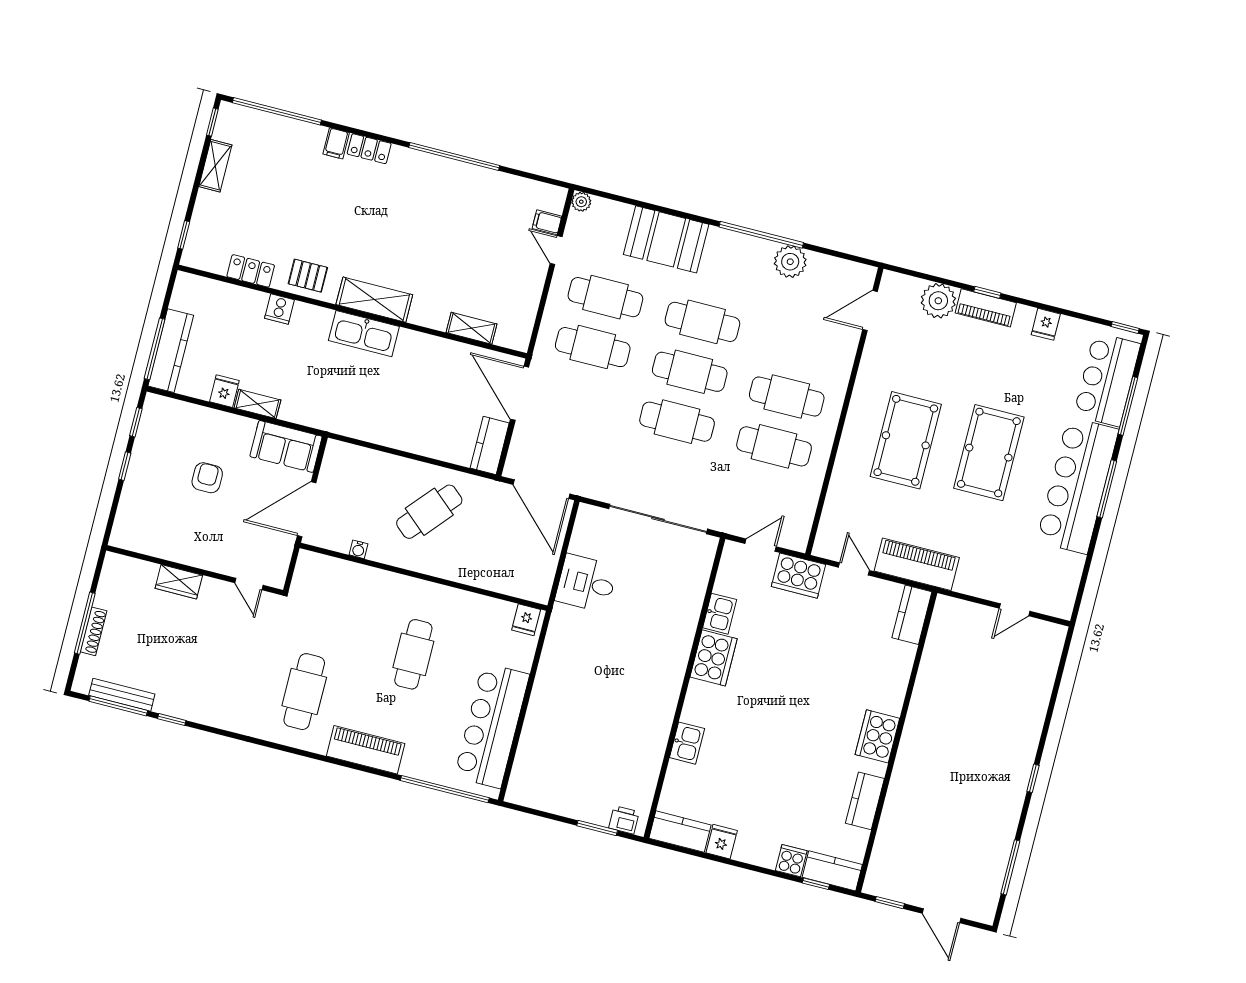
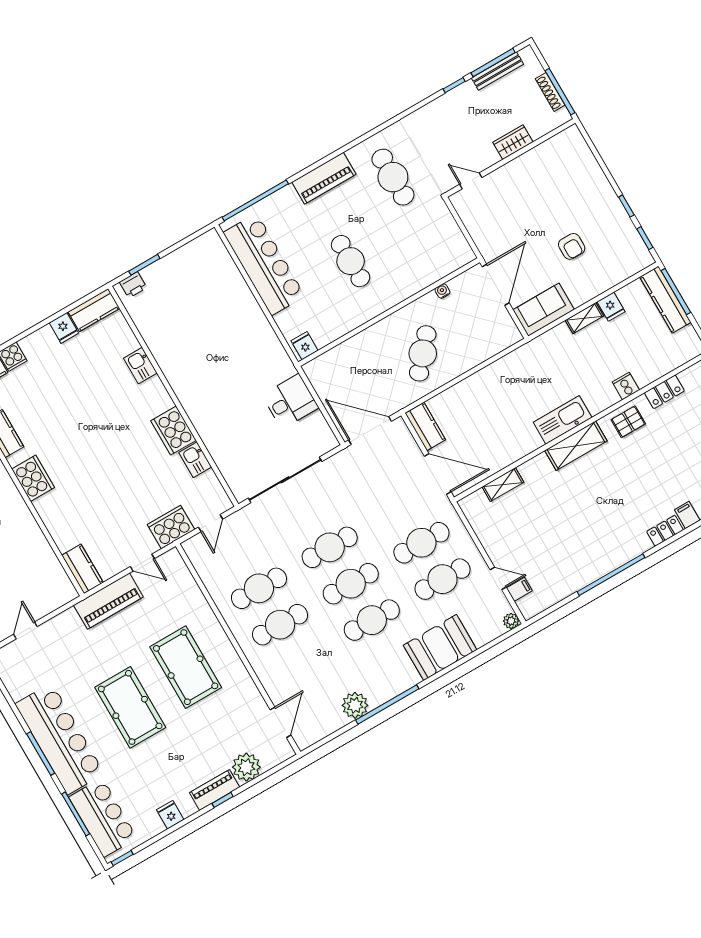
wall: (195, 570) -> (510, 158), moved
wardrobe: (179, 582) -> (513, 142), moved
door: (249, 584) -> (471, 181), moved

